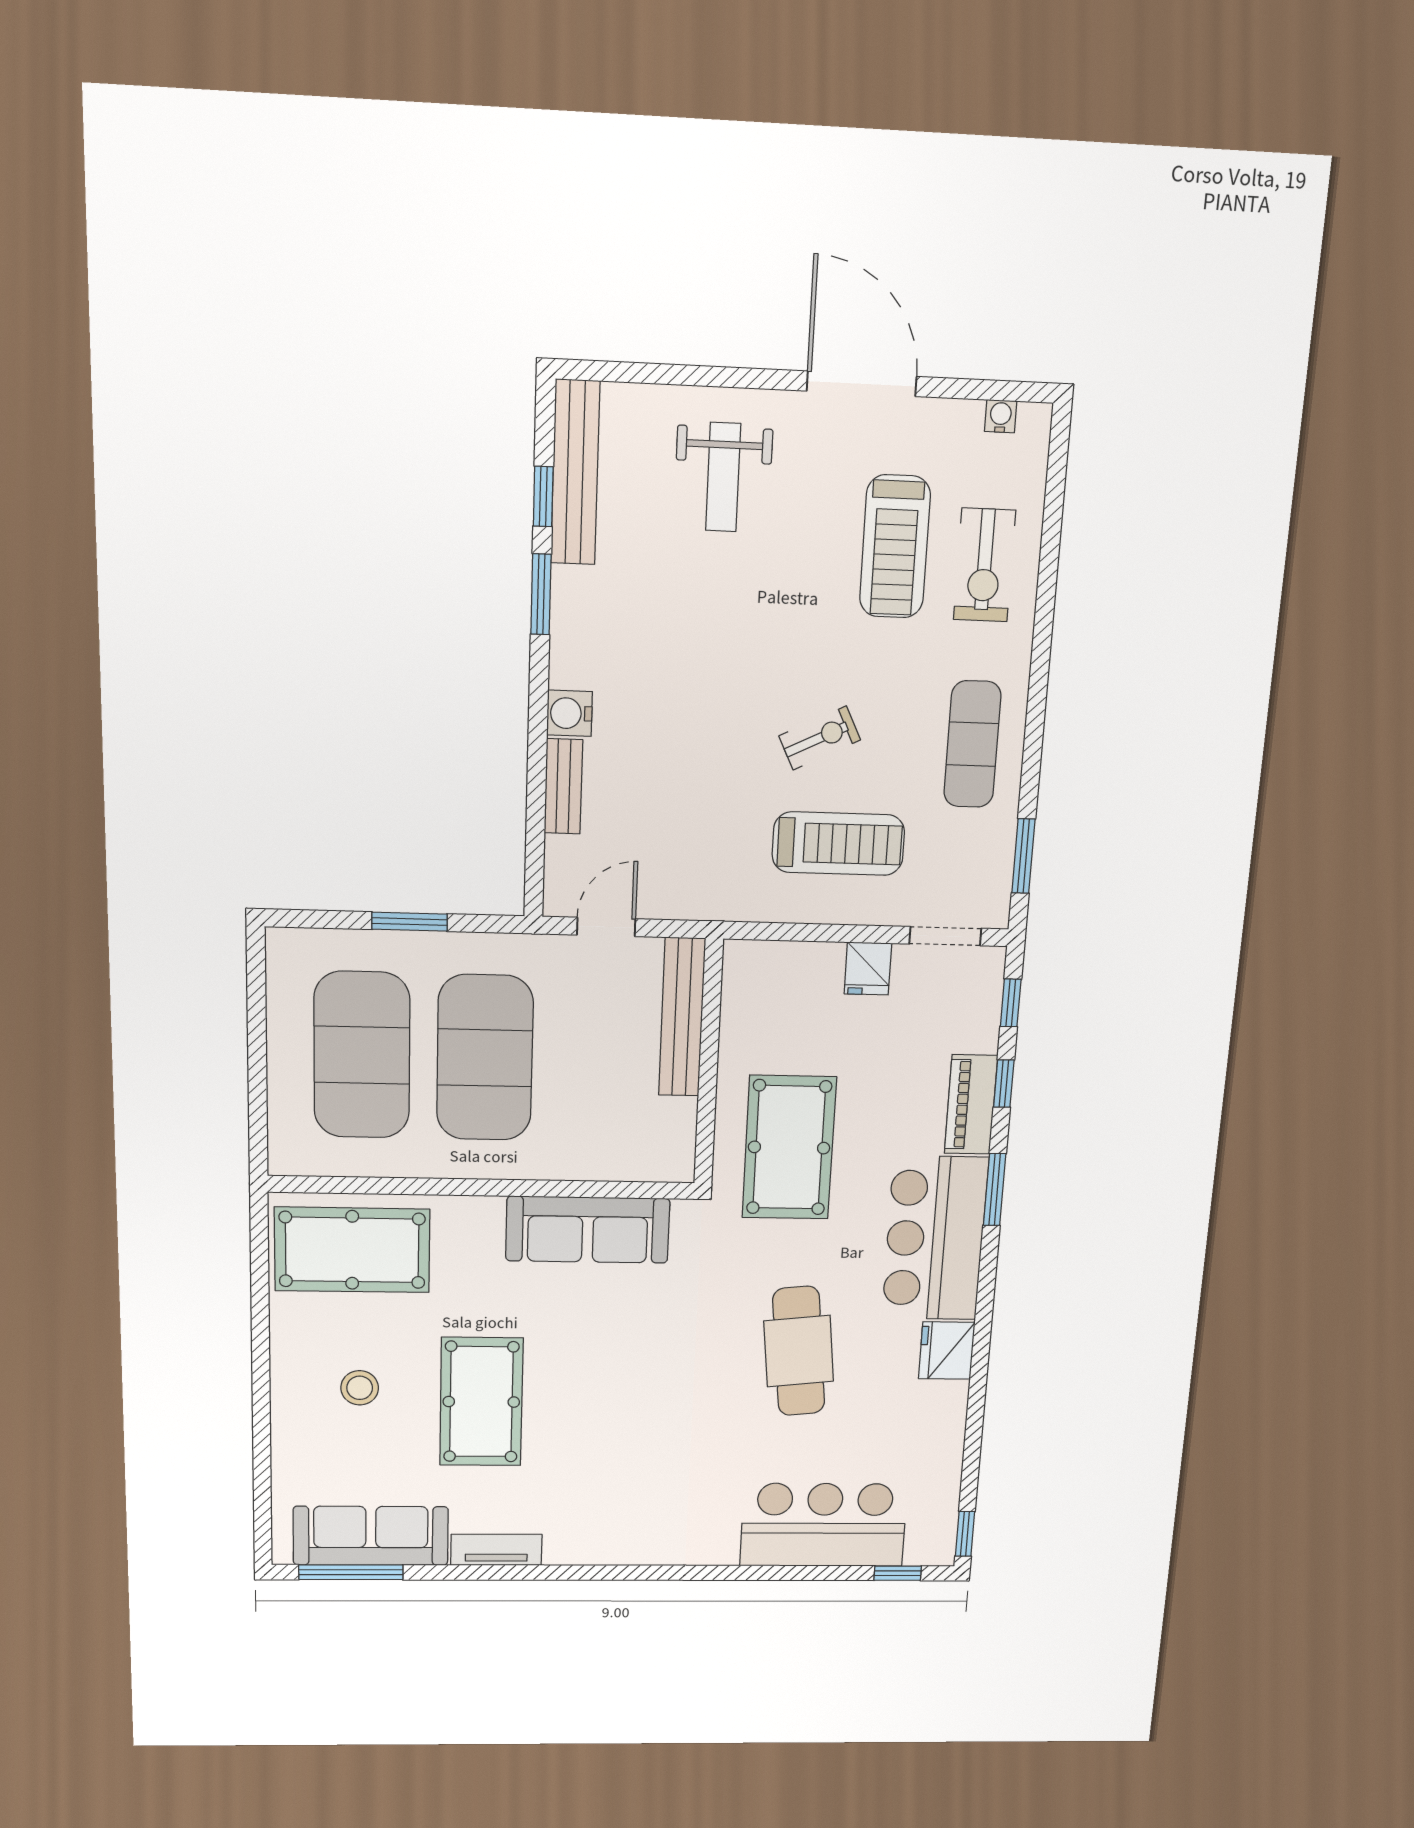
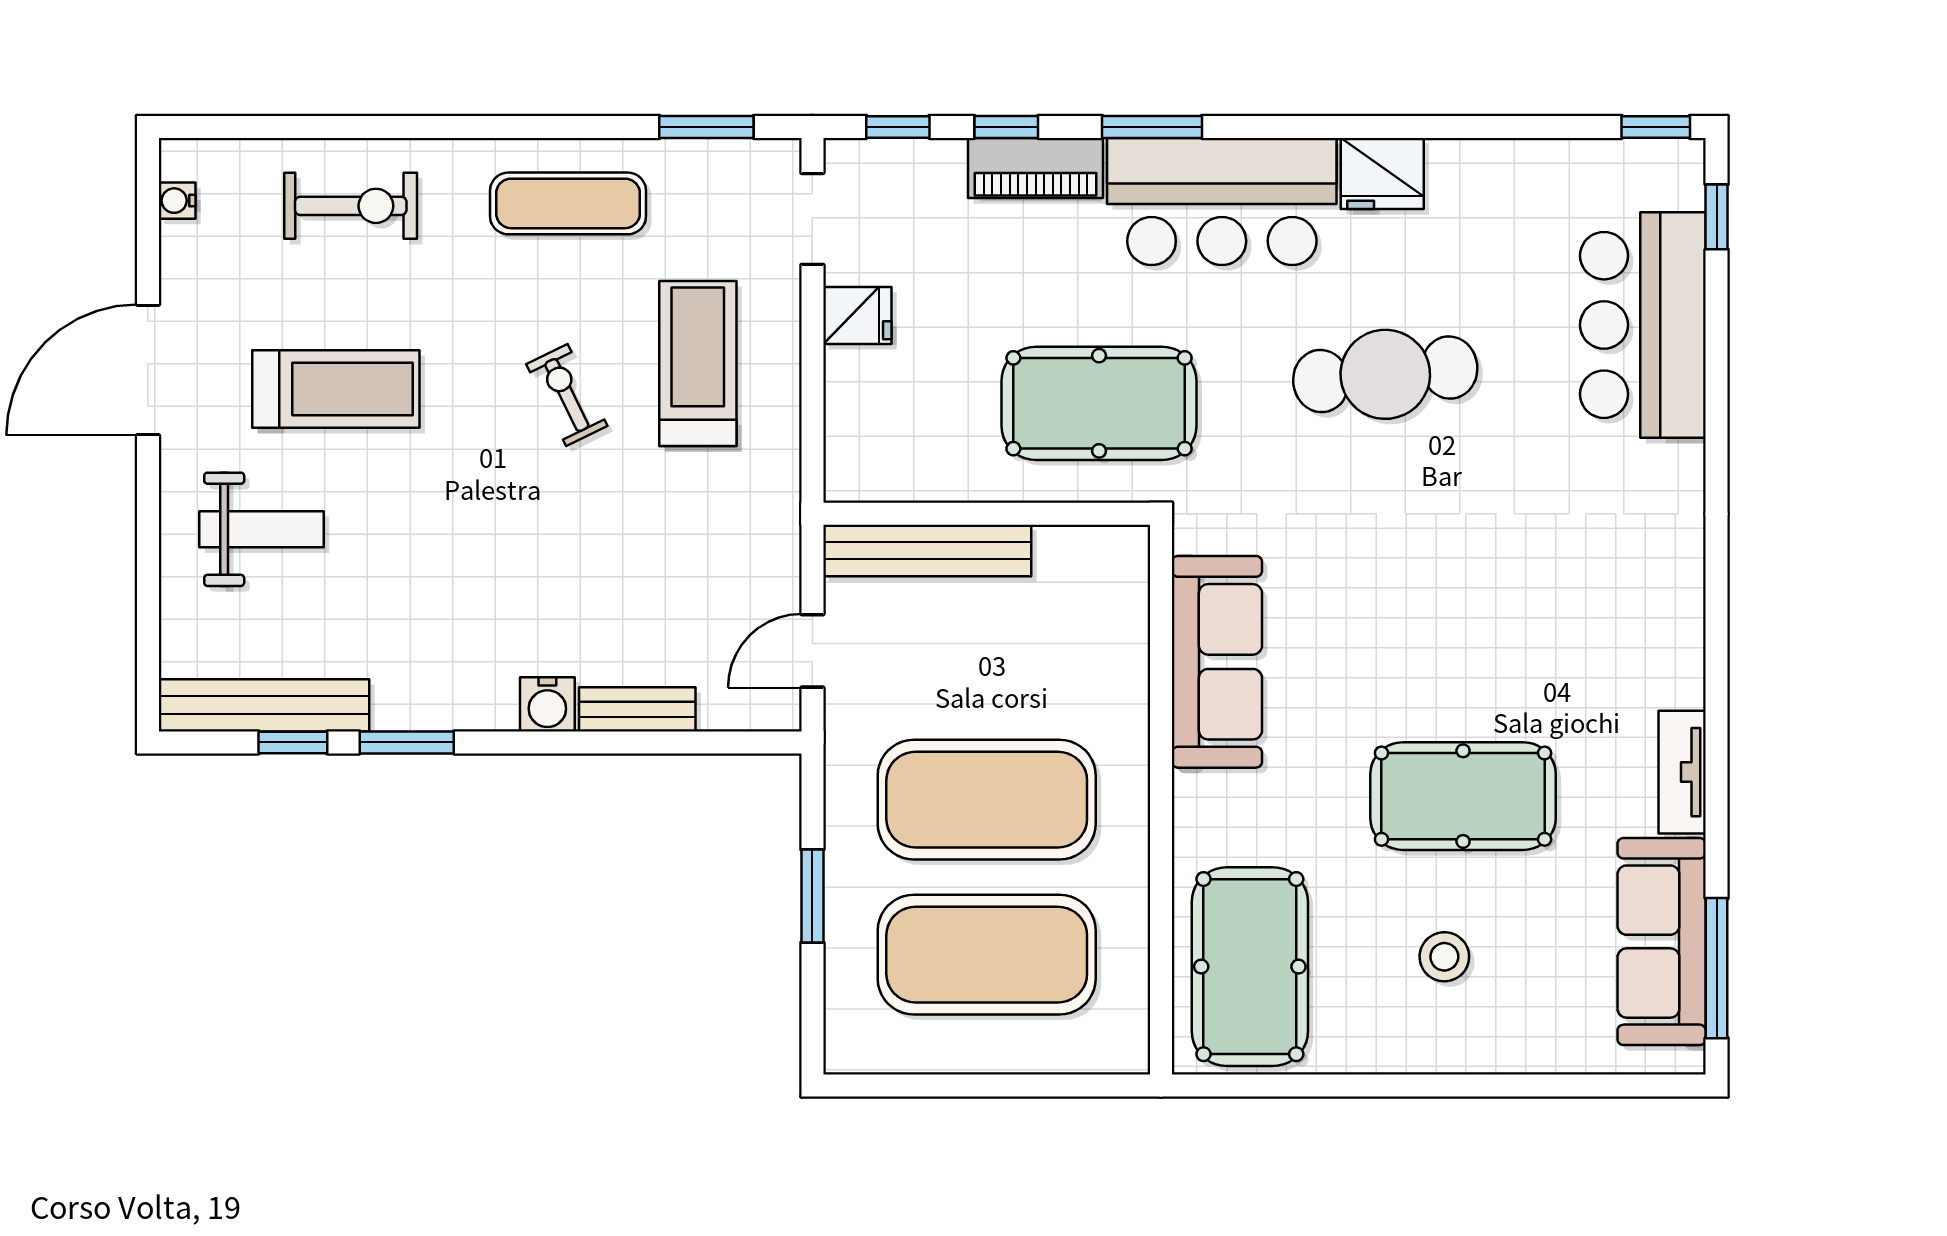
treadmill: (895, 547) -> (336, 389), moved
door: (606, 927) -> (812, 651), hinge flipped

